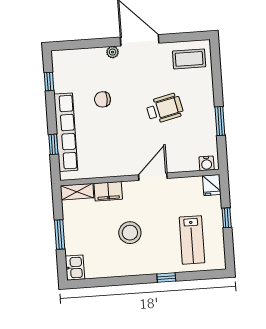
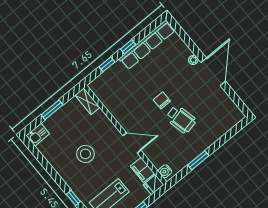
coffee table: (189, 59) -> (224, 112), removed
window: (49, 81) -> (128, 47), moved
chair: (103, 99) -> (162, 100), moved
row of seats: (66, 132) -> (147, 45), moved
filing cabinet: (108, 191) -> (142, 170), moved

